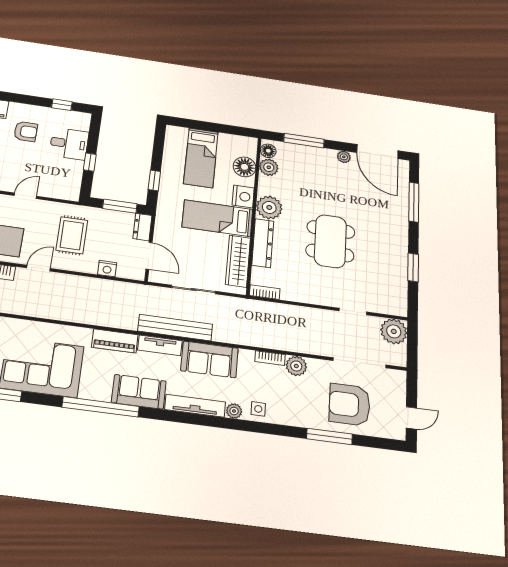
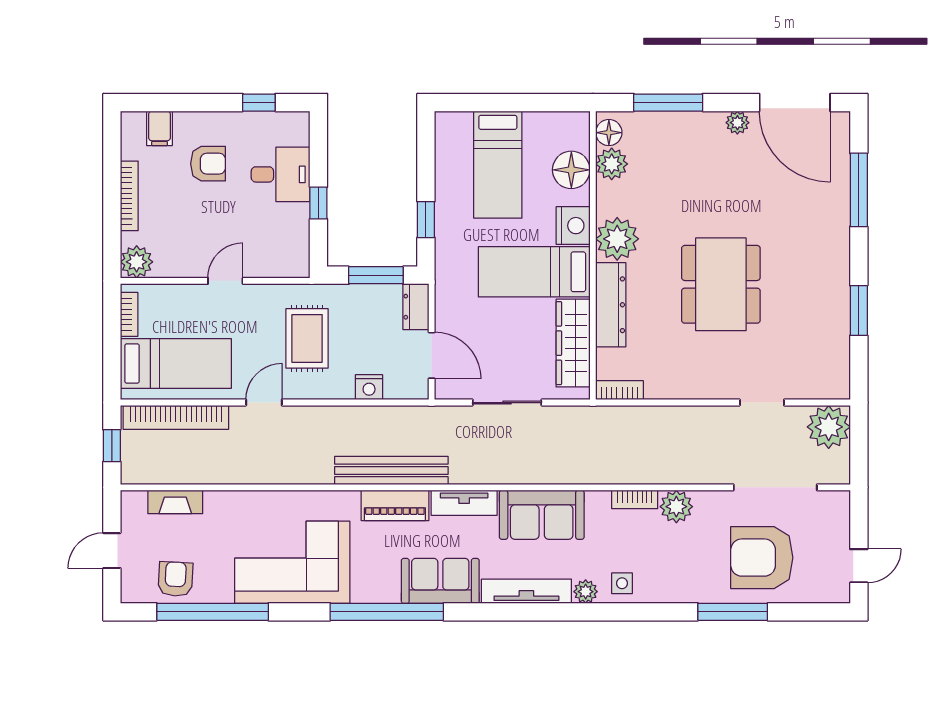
bench: (175, 328) -> (391, 470), moved

